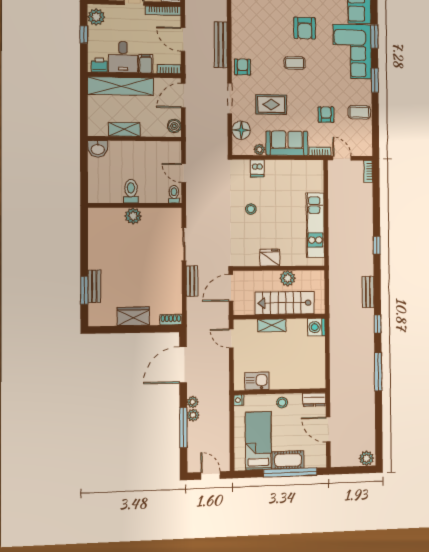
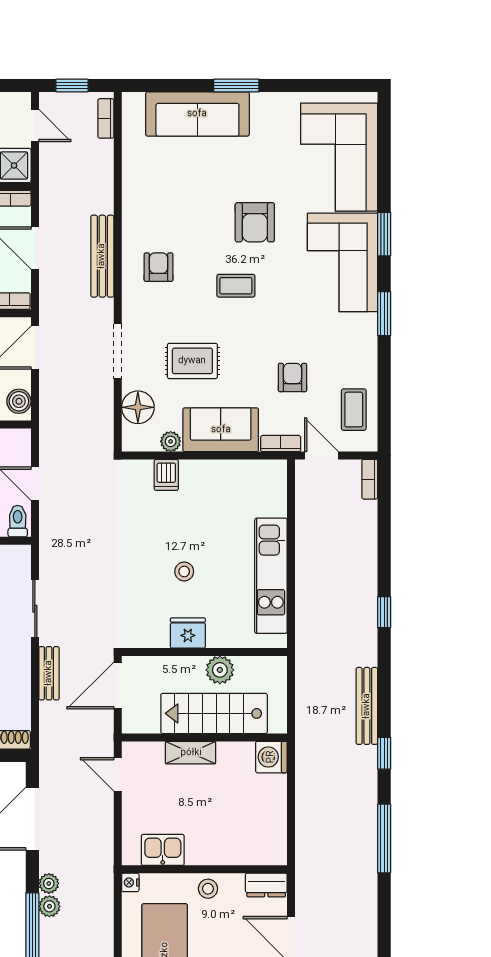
armchair: (243, 67) -> (159, 267), moved
coffee table: (359, 112) -> (354, 410), moved, turned 90
stool: (251, 209) -> (184, 572), moved
bench: (368, 292) -> (367, 706), width x1.36

